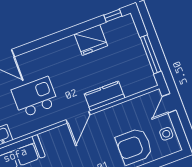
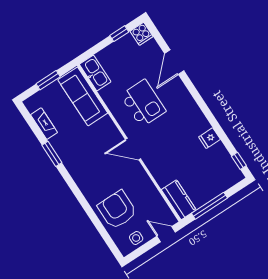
fridge: (91, 40) -> (209, 138), width x0.53, depth x0.75
kitchen counter: (104, 96) -> (179, 200), moved

